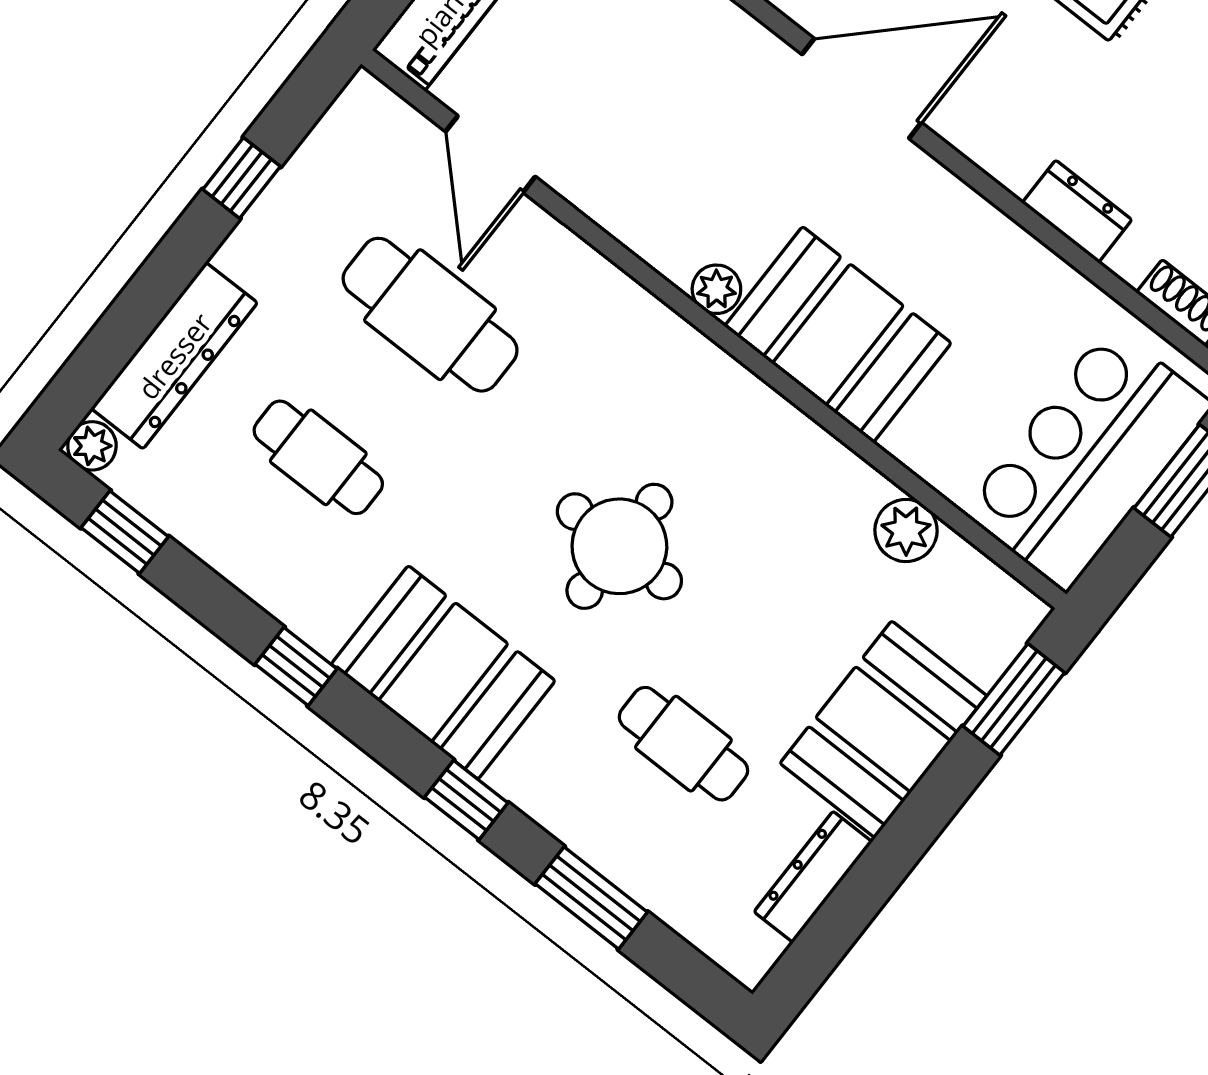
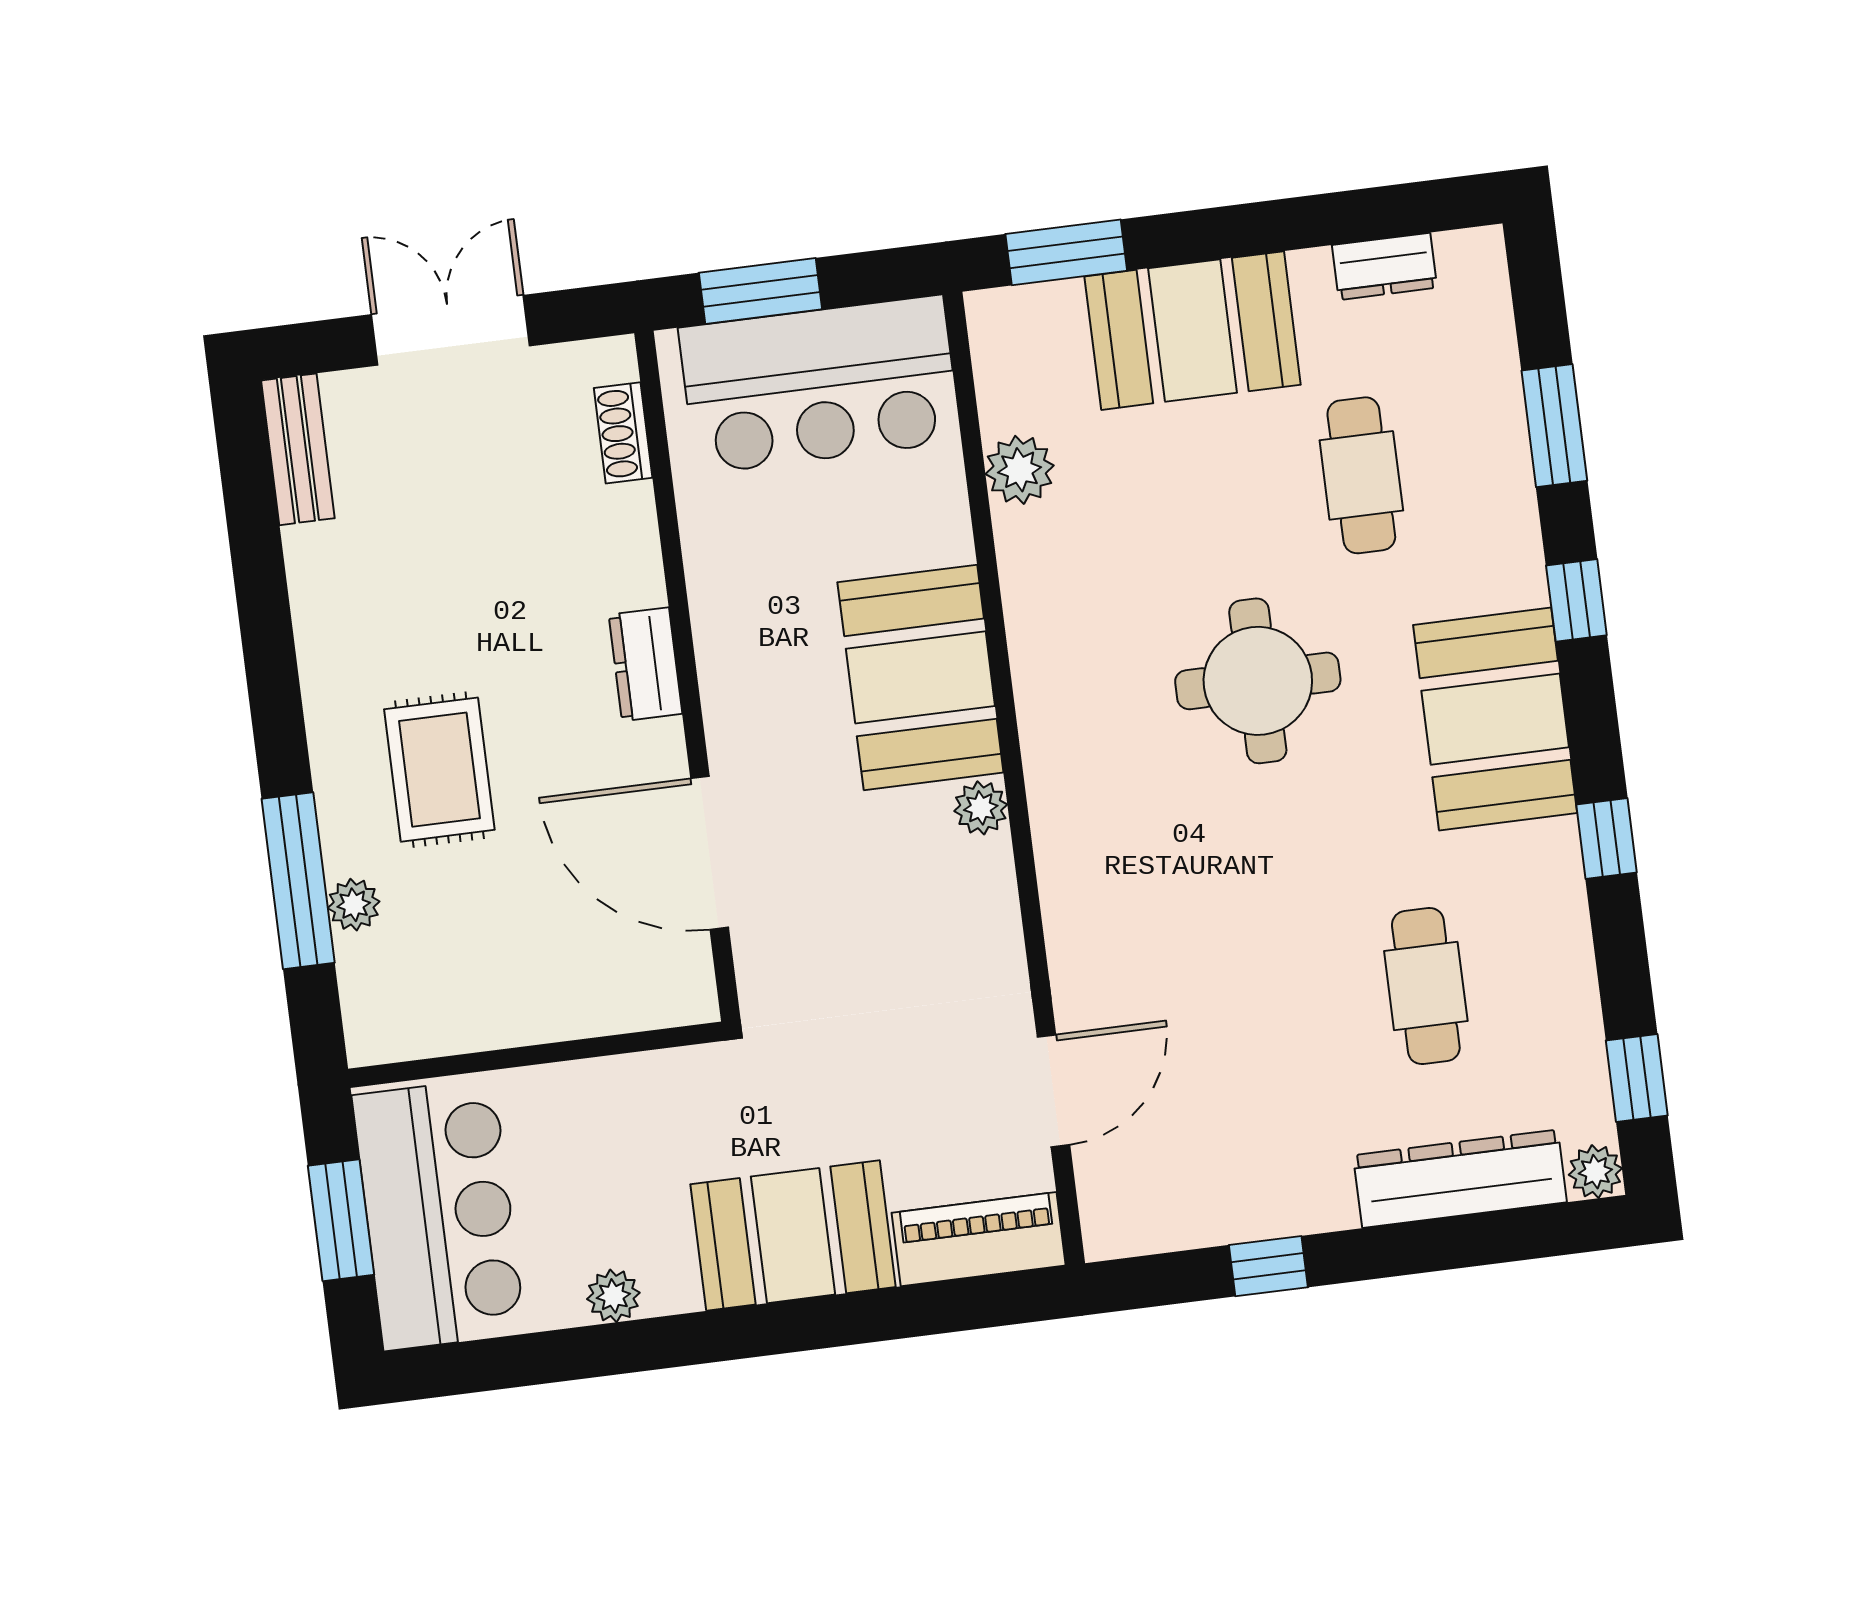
dresser: (1077, 211) -> (645, 664), moved
cafe table: (430, 315) -> (1226, 1011), removed
dresser: (813, 877) -> (1384, 266), width x0.70

